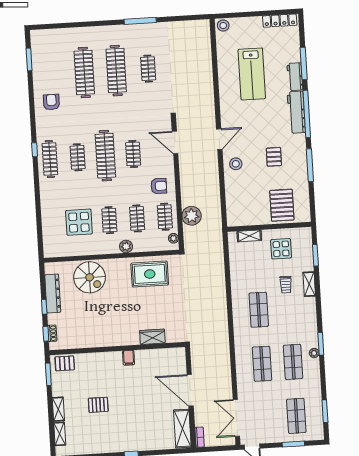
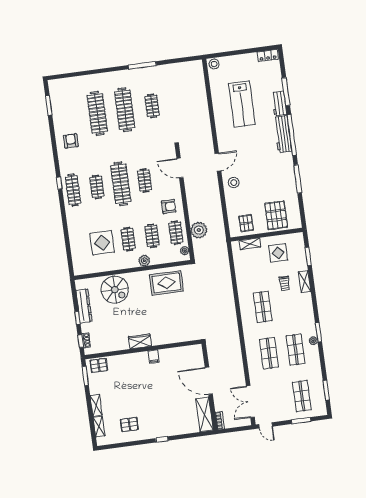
locker: (280, 21) -> (268, 55), width x0.66
pallet: (274, 157) -> (246, 223), moved
wardrobe: (152, 337) -> (140, 341), moved
pallet: (98, 405) -> (129, 424), moved

